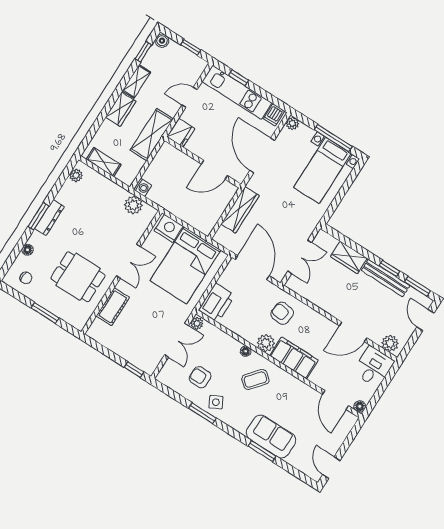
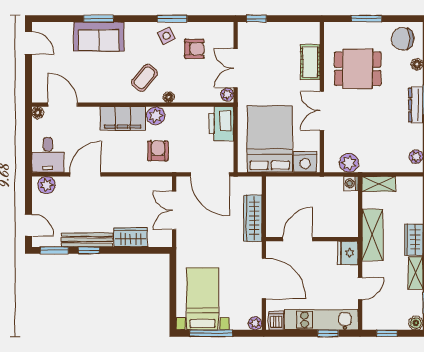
shelving: (104, 162) -> (379, 184), moved
chair: (26, 278) -> (403, 39), width x1.87, depth x1.87
armchair: (282, 313) -> (158, 151), turned -97

